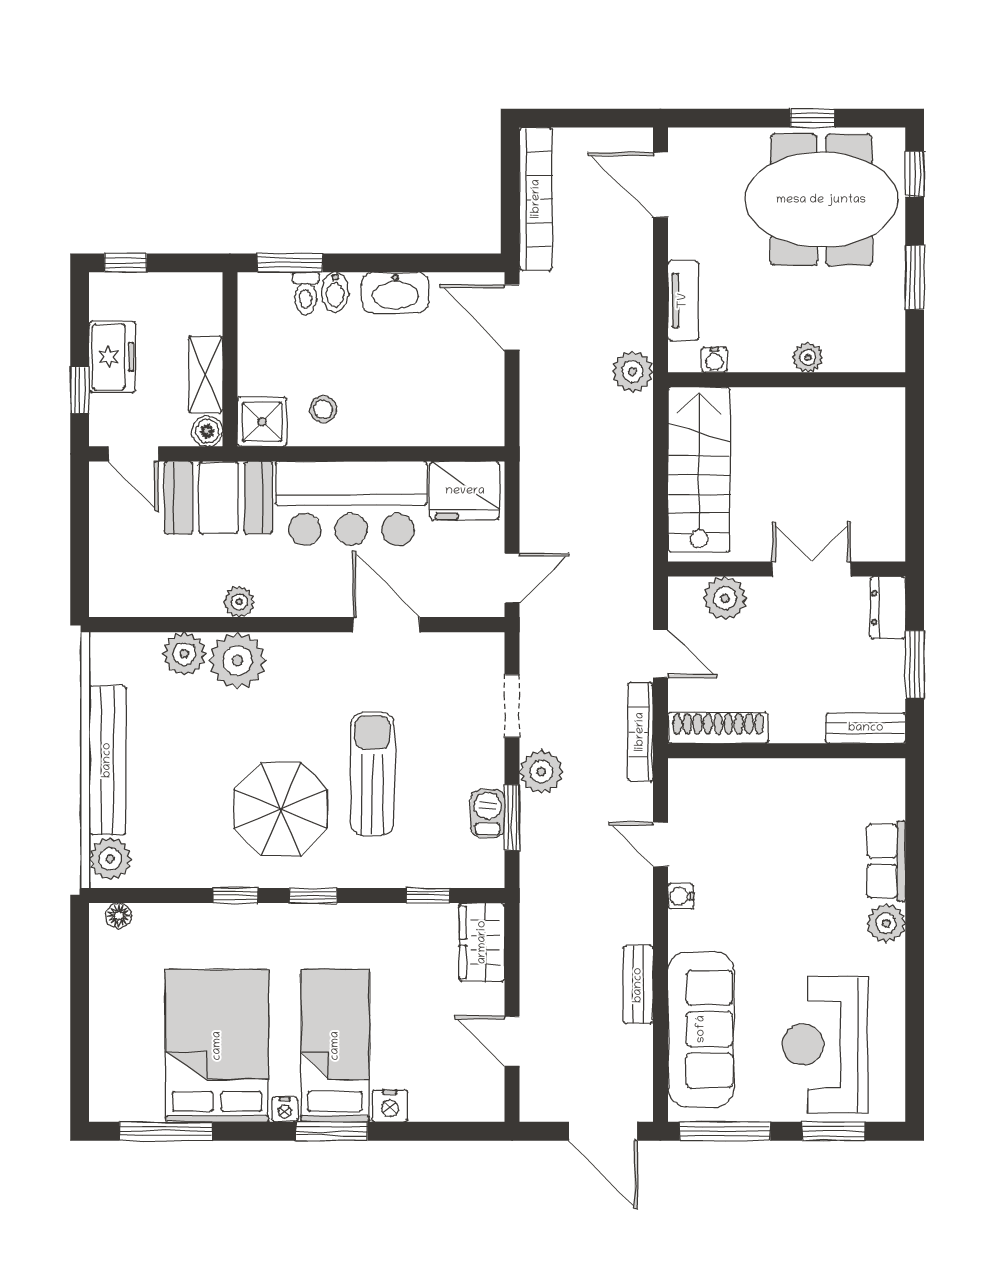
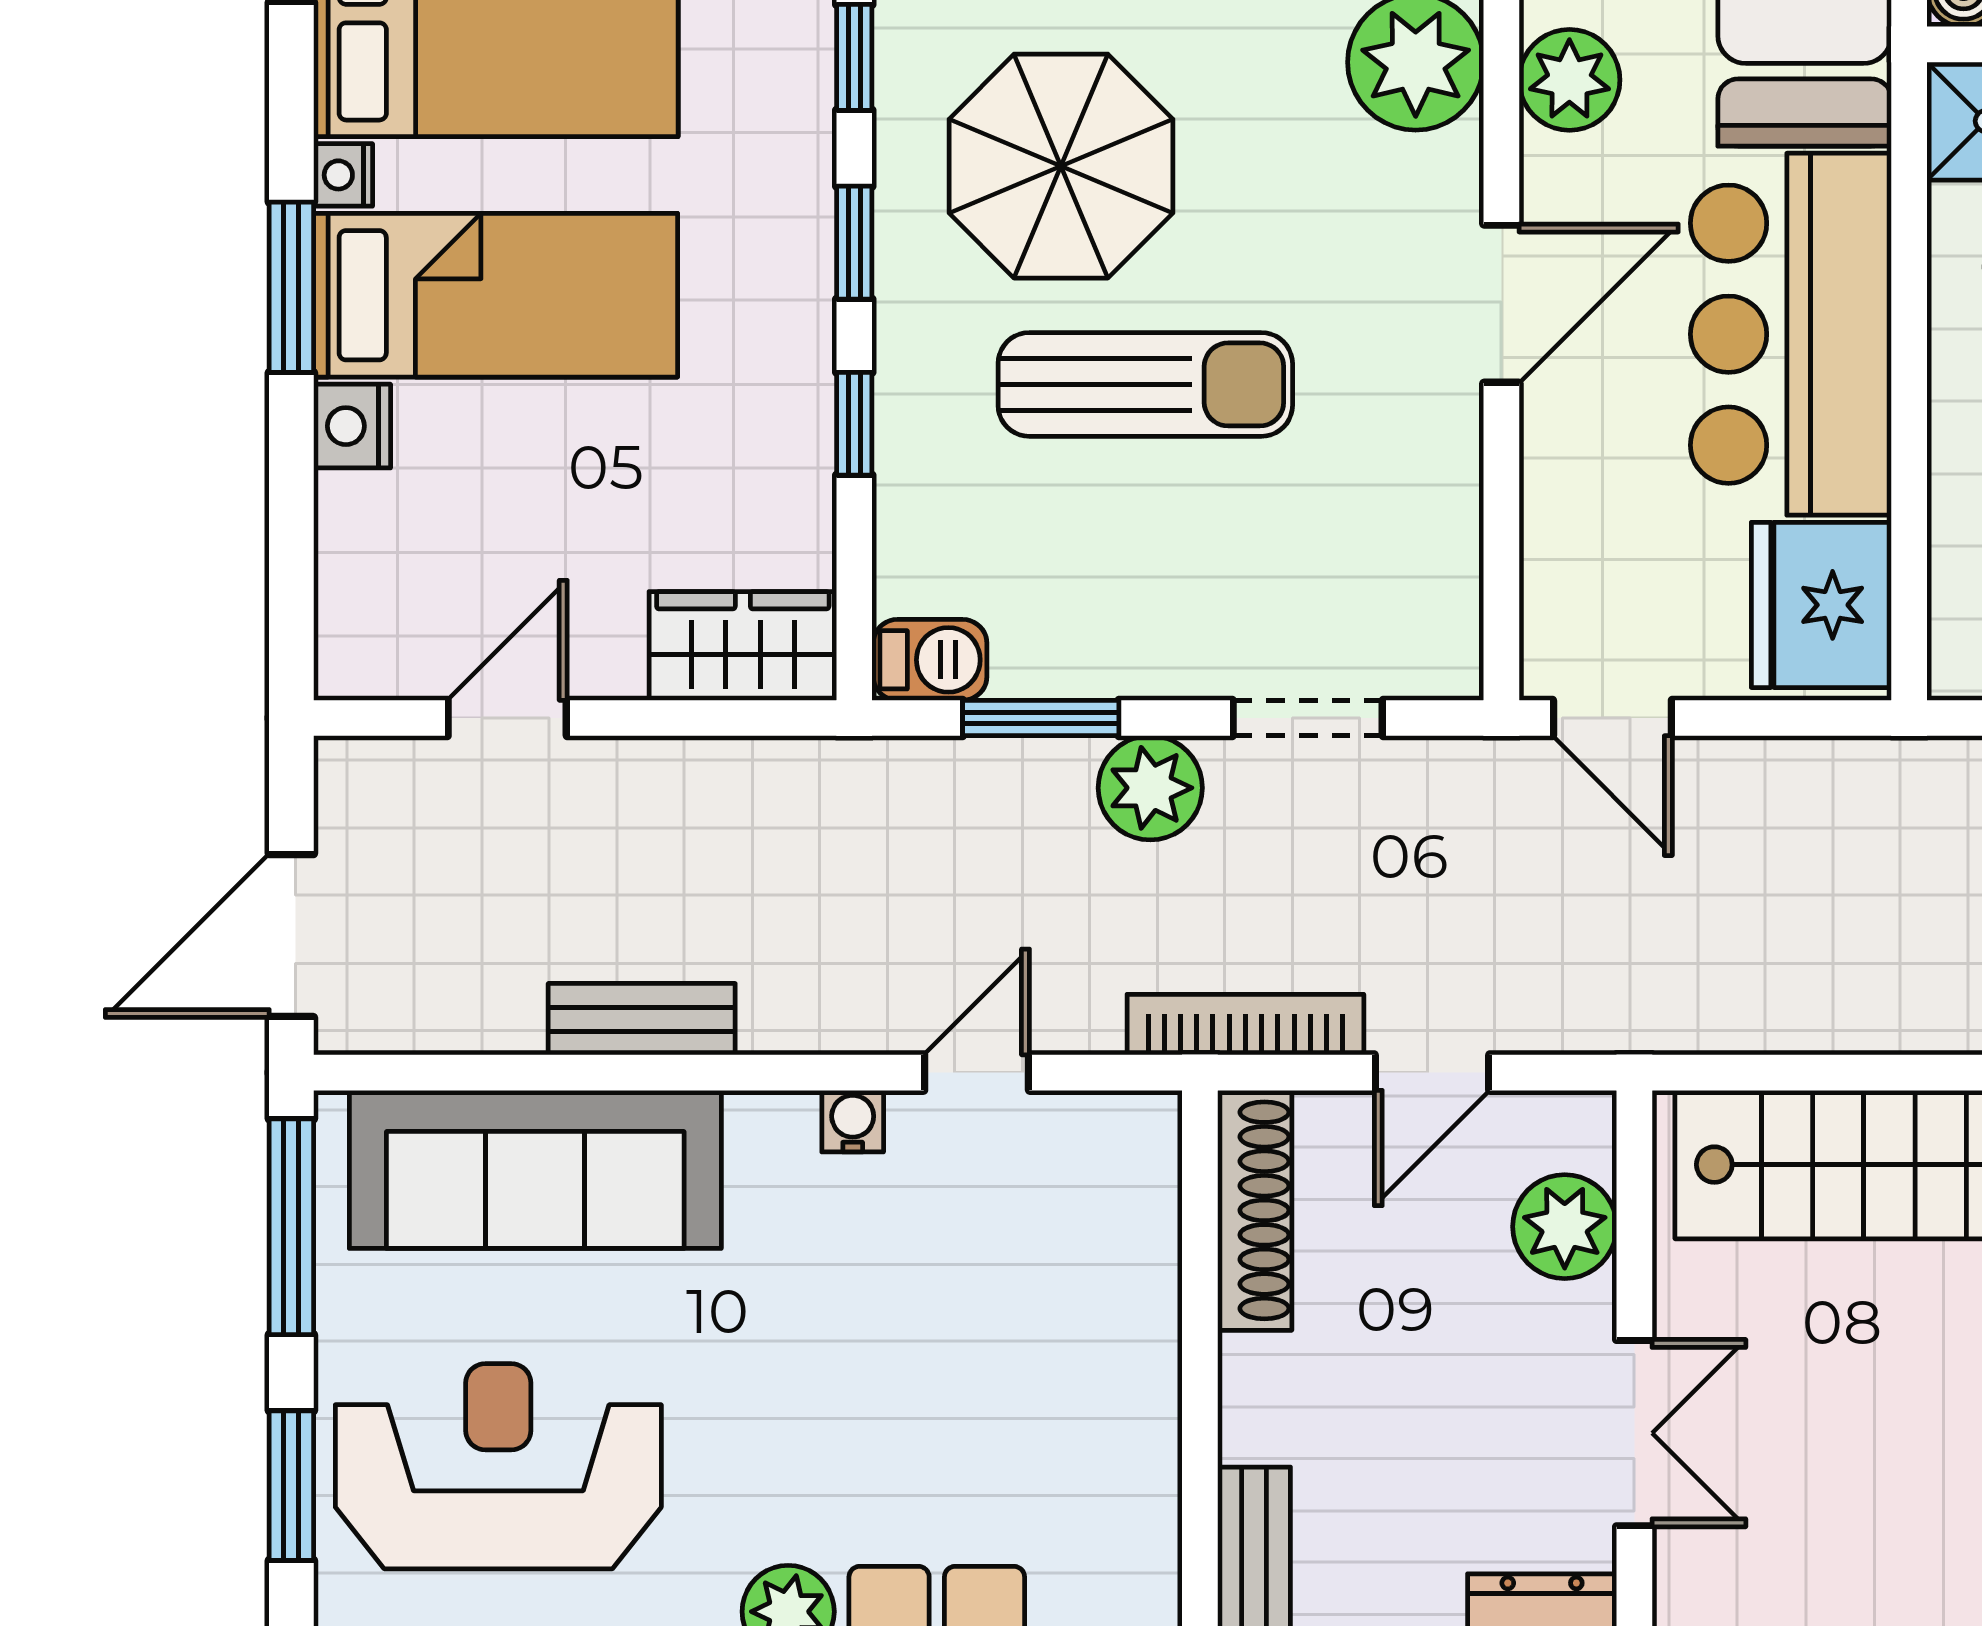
plant: (239, 602) -> (1569, 80), width x1.38, depth x1.38
door: (386, 625) -> (1501, 304), moved
barbecue: (488, 813) -> (930, 660), moved
window: (428, 896) -> (854, 424), moved

